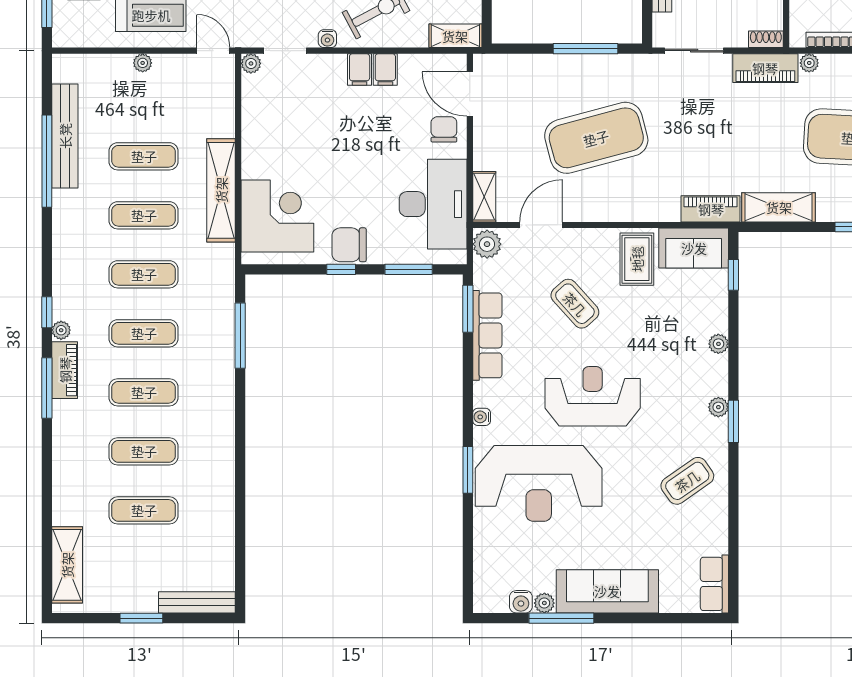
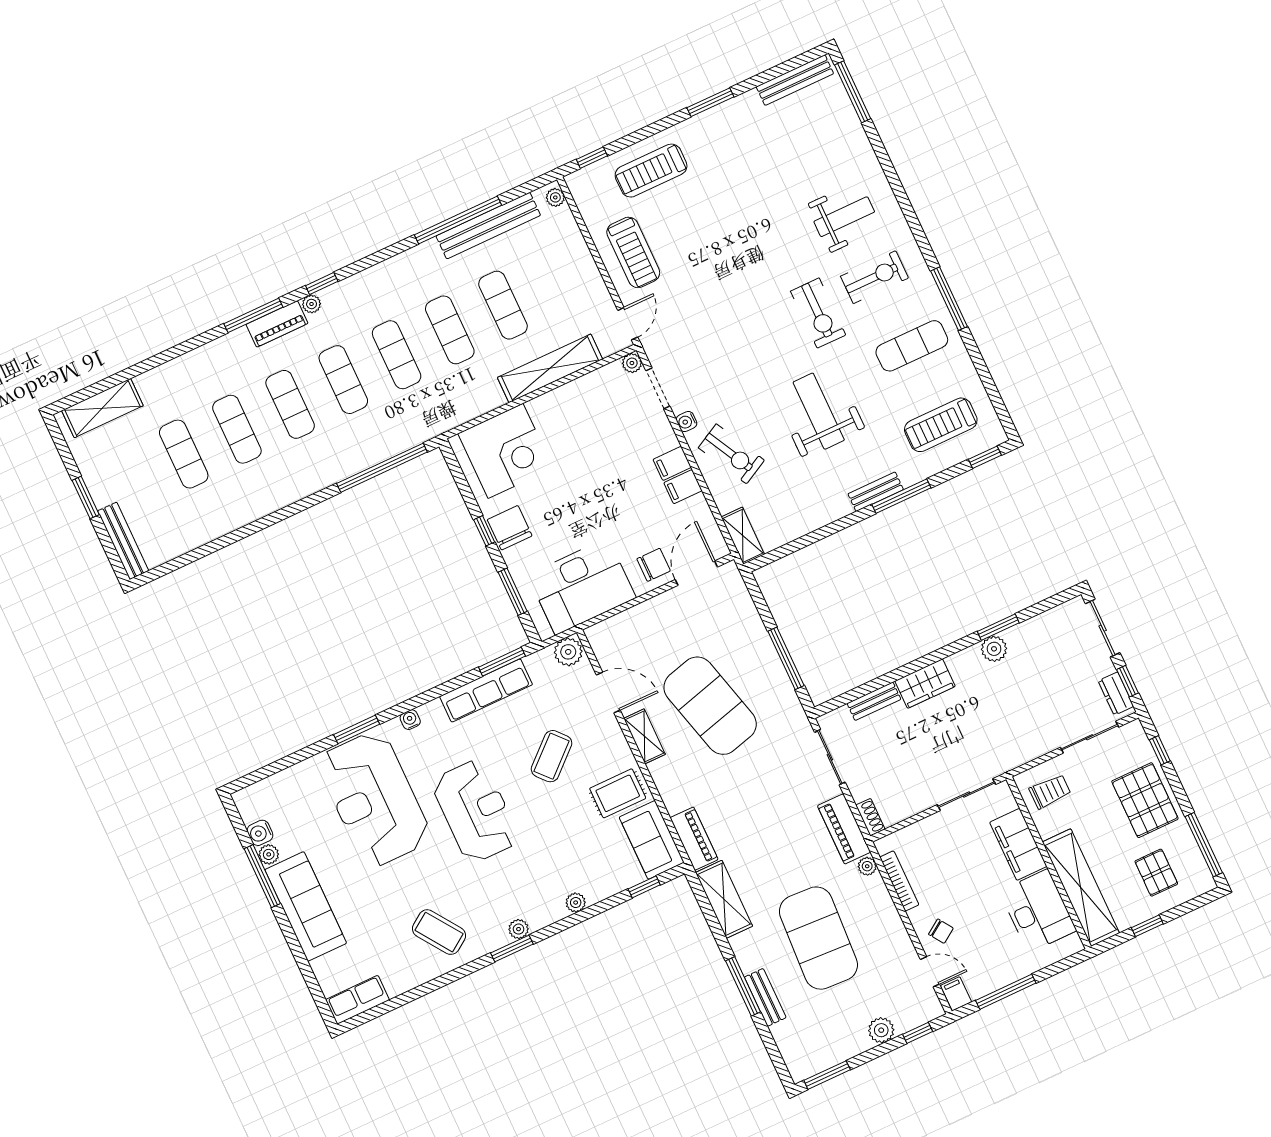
plant: (143, 63) -> (555, 197), moved
shelving: (221, 190) -> (550, 368), moved
shelving: (484, 197) -> (644, 736), moved, turned 90
window: (240, 336) -> (382, 468), width x1.46

